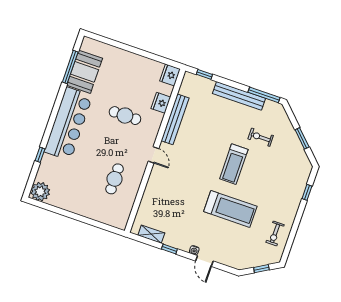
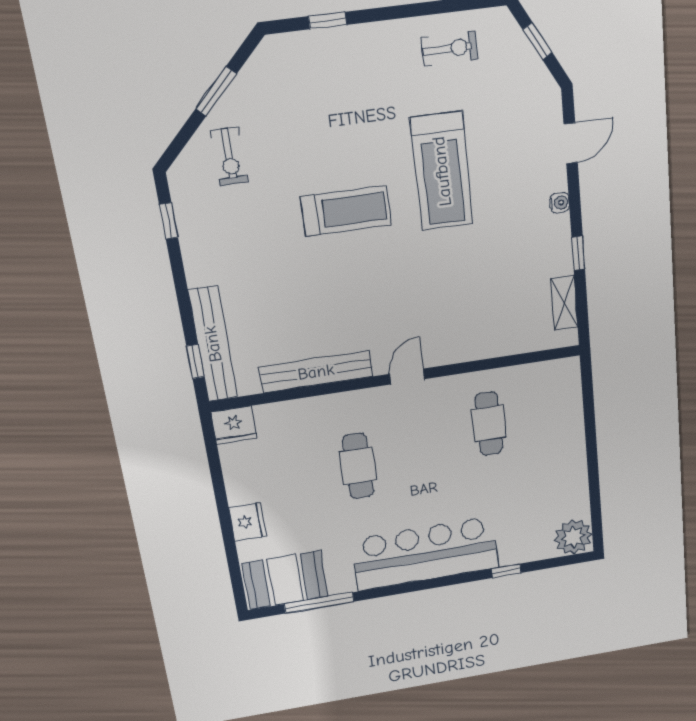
booth: (85, 72) -> (285, 580), moved
window: (264, 95) -> (169, 221), width x0.46
bench: (239, 96) -> (213, 344), moved
fridge: (161, 103) -> (248, 522), moved, turned -90
exercise bike: (261, 137) -> (229, 156), moved
cafe table: (115, 179) -> (489, 424), turned 90
treadmill: (230, 209) -> (442, 171), turned 180
door: (204, 261) -> (571, 143), moved

